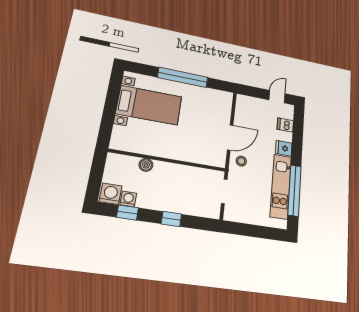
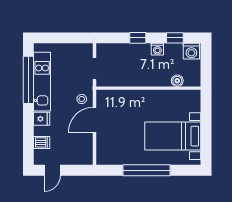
boiler: (146, 165) -> (177, 81), moved
washing machine: (128, 199) -> (157, 49), moved

